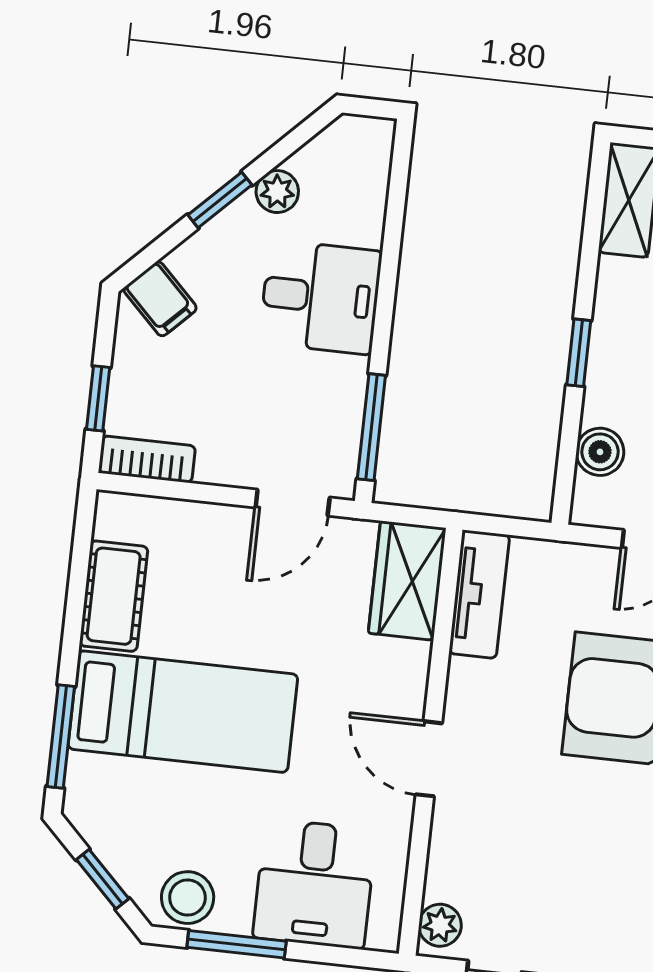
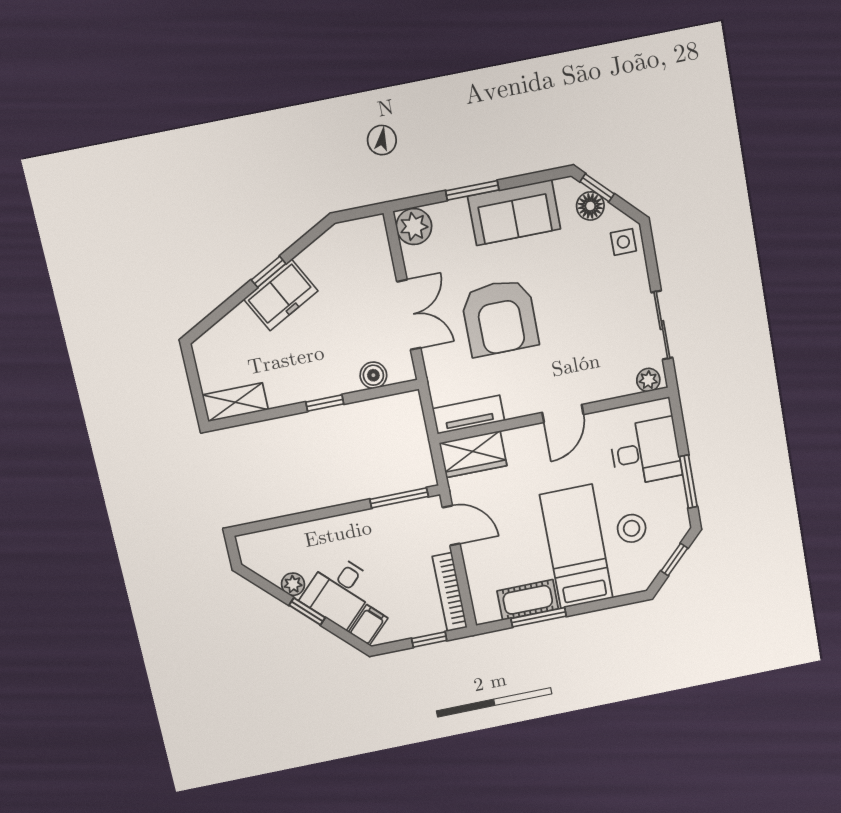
desk: (321, 297) -> (339, 591), moved, turned -135
bookcase: (147, 459) -> (450, 592), width x1.56
window: (61, 737) -> (539, 617), moved
stool: (188, 898) -> (632, 528), moved

